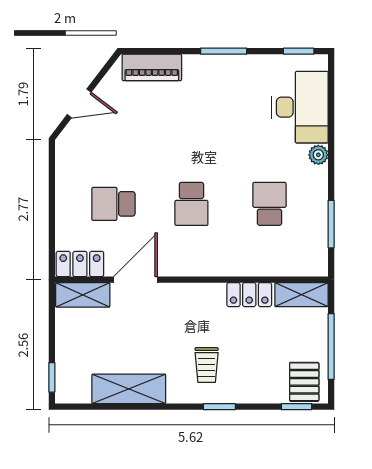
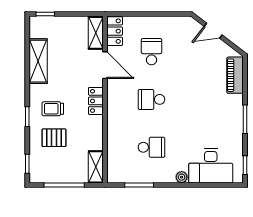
door: (79, 103) -> (213, 31), hinge flipped
locker: (249, 295) -> (96, 101), moved
pallet: (304, 382) -> (54, 138), moved

